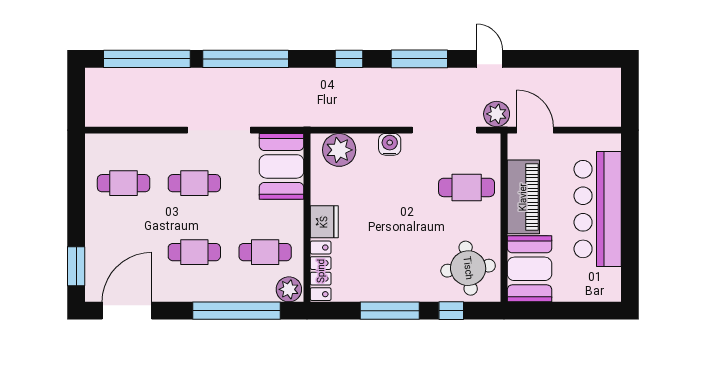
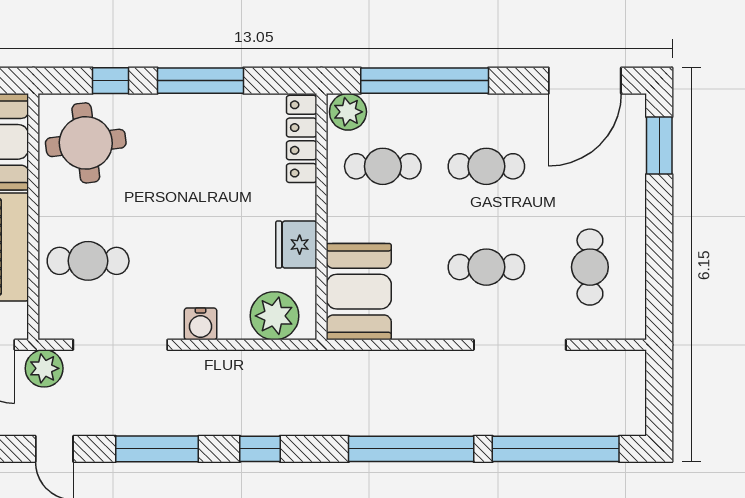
doorway: (219, 130) -> (520, 345), moved
cafe table: (124, 183) -> (590, 267), turned 90
fridge: (324, 222) -> (296, 245), moved

